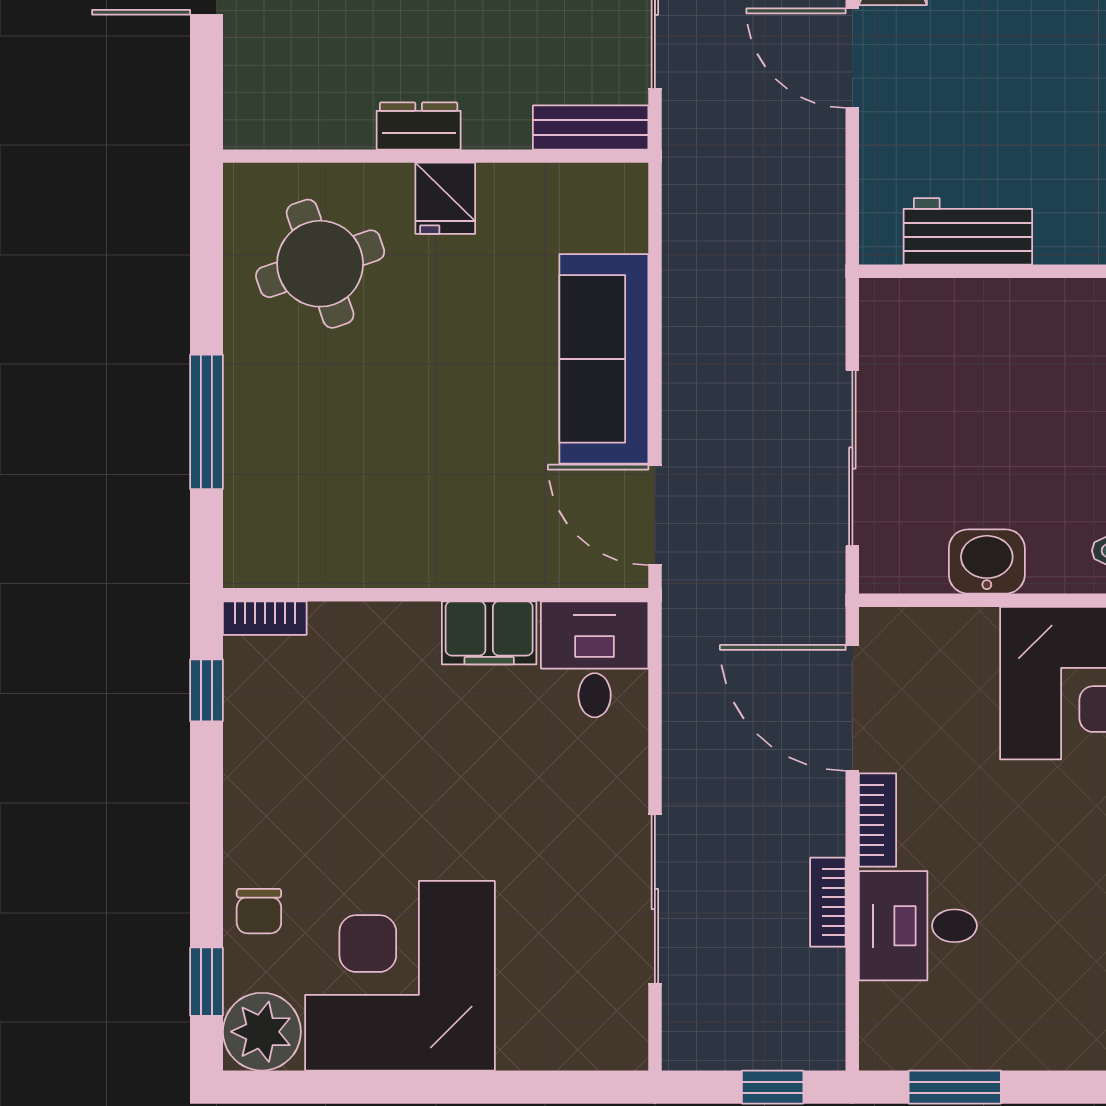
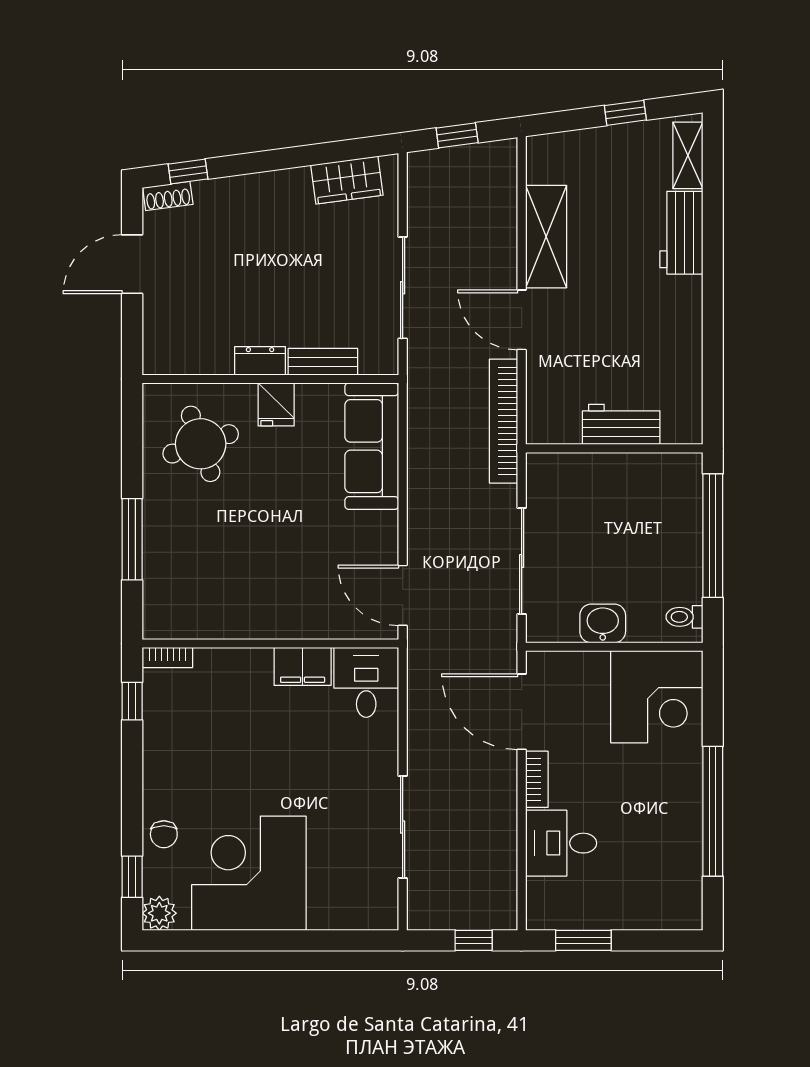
bench: (591, 128) -> (323, 362), moved
workbench: (968, 231) -> (621, 424), moved
sofa: (604, 359) -> (372, 446), moved
bookcase: (828, 902) -> (504, 421), moved, width x2.31, depth x1.31
plant: (262, 1032) -> (159, 913), width x0.73, depth x0.73

